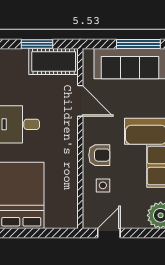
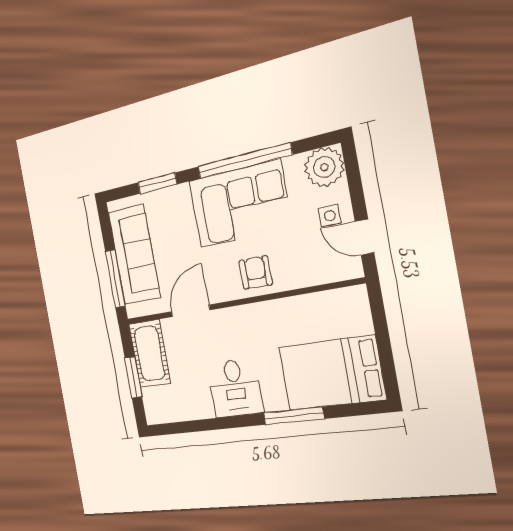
window: (138, 44) -> (115, 279), moved
side table: (103, 185) -> (330, 216), moved

